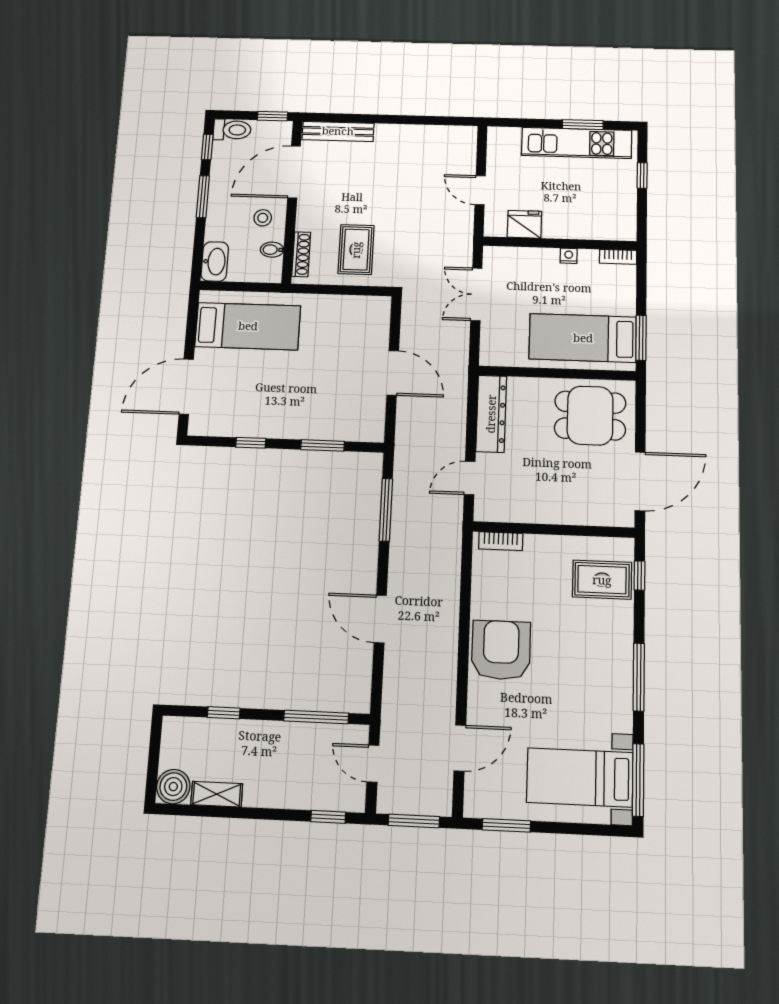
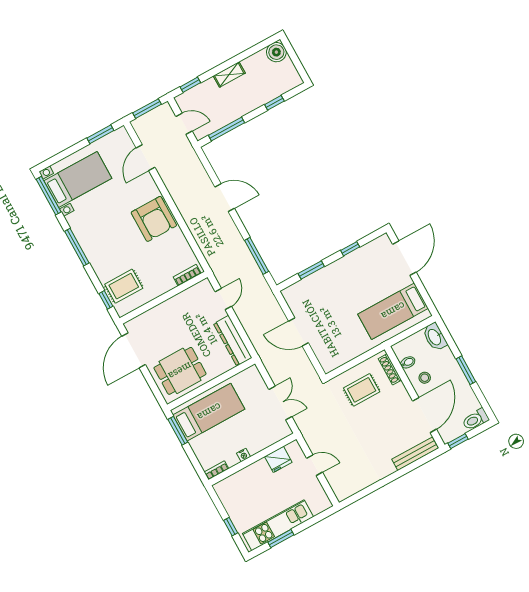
window: (207, 147) -> (483, 401), removed
rug: (356, 250) -> (362, 390), turned 90
shelving: (217, 794) -> (229, 74), moved

